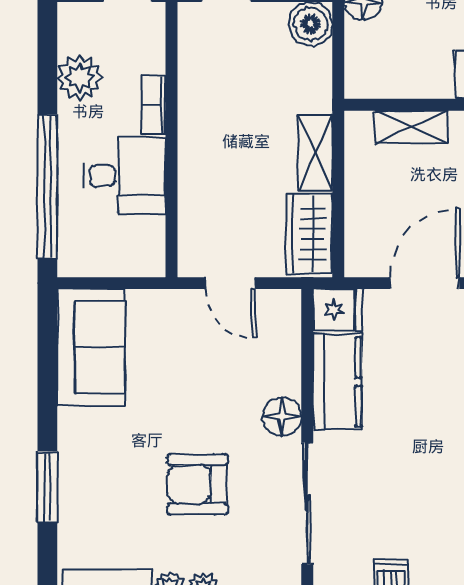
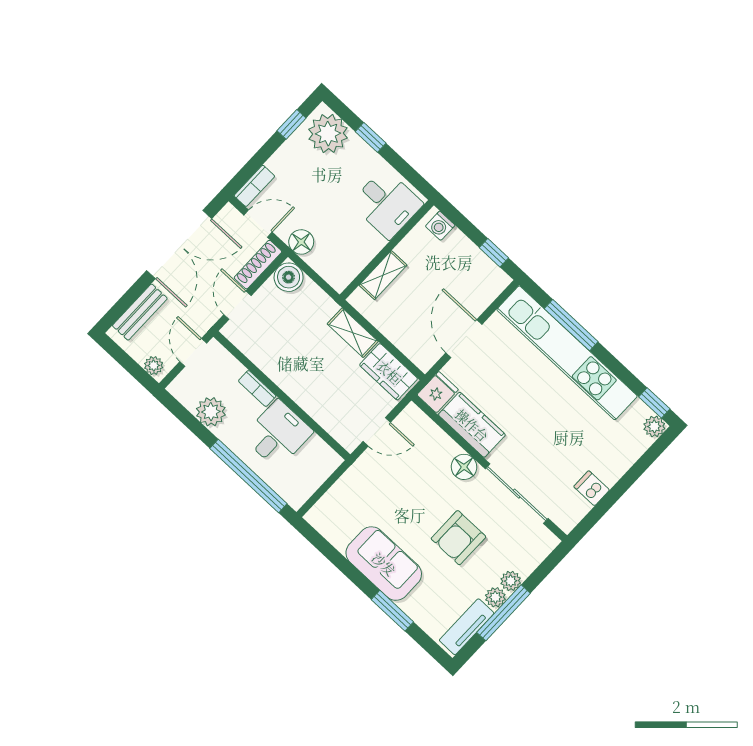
sofa: (91, 347) -> (384, 564), moved

